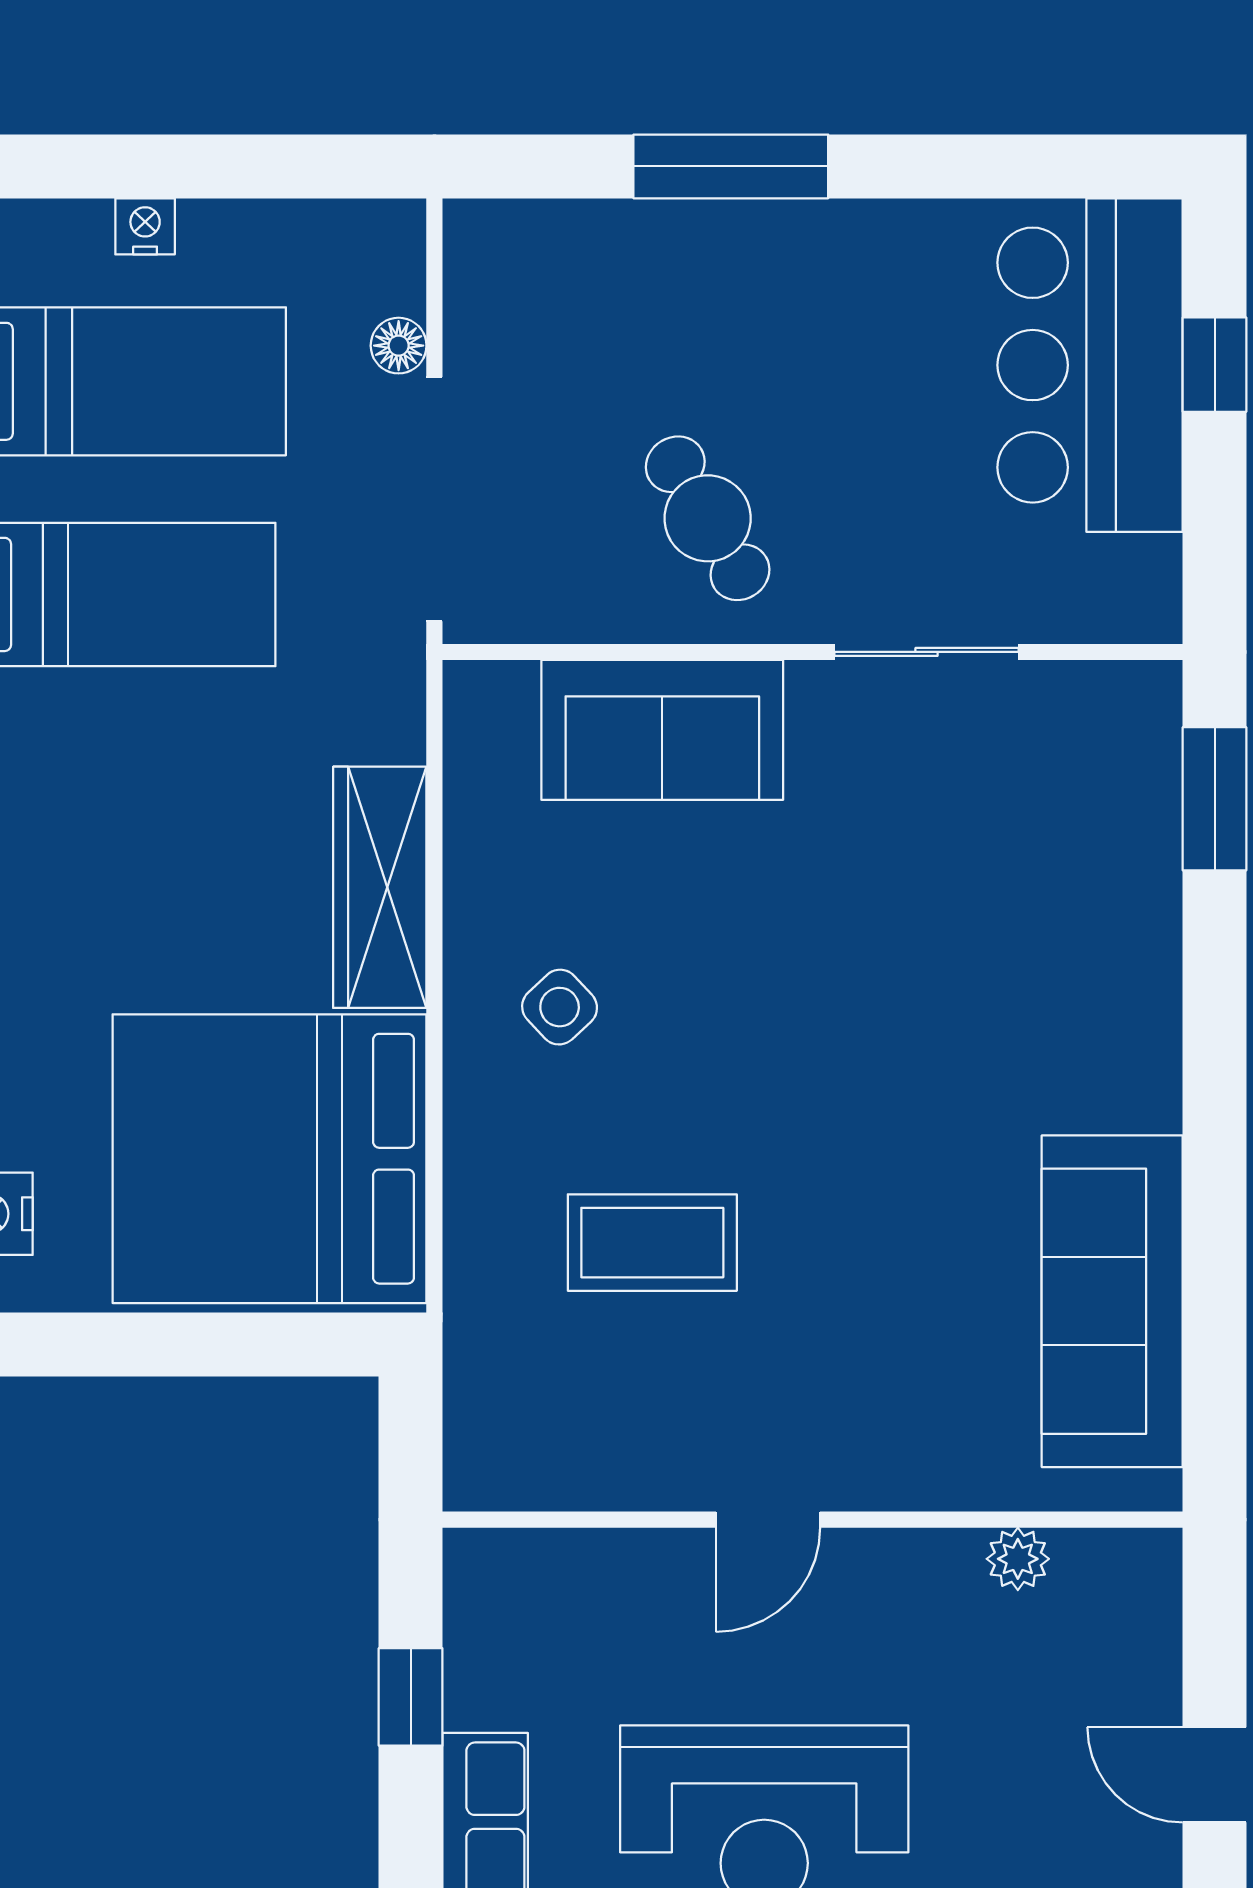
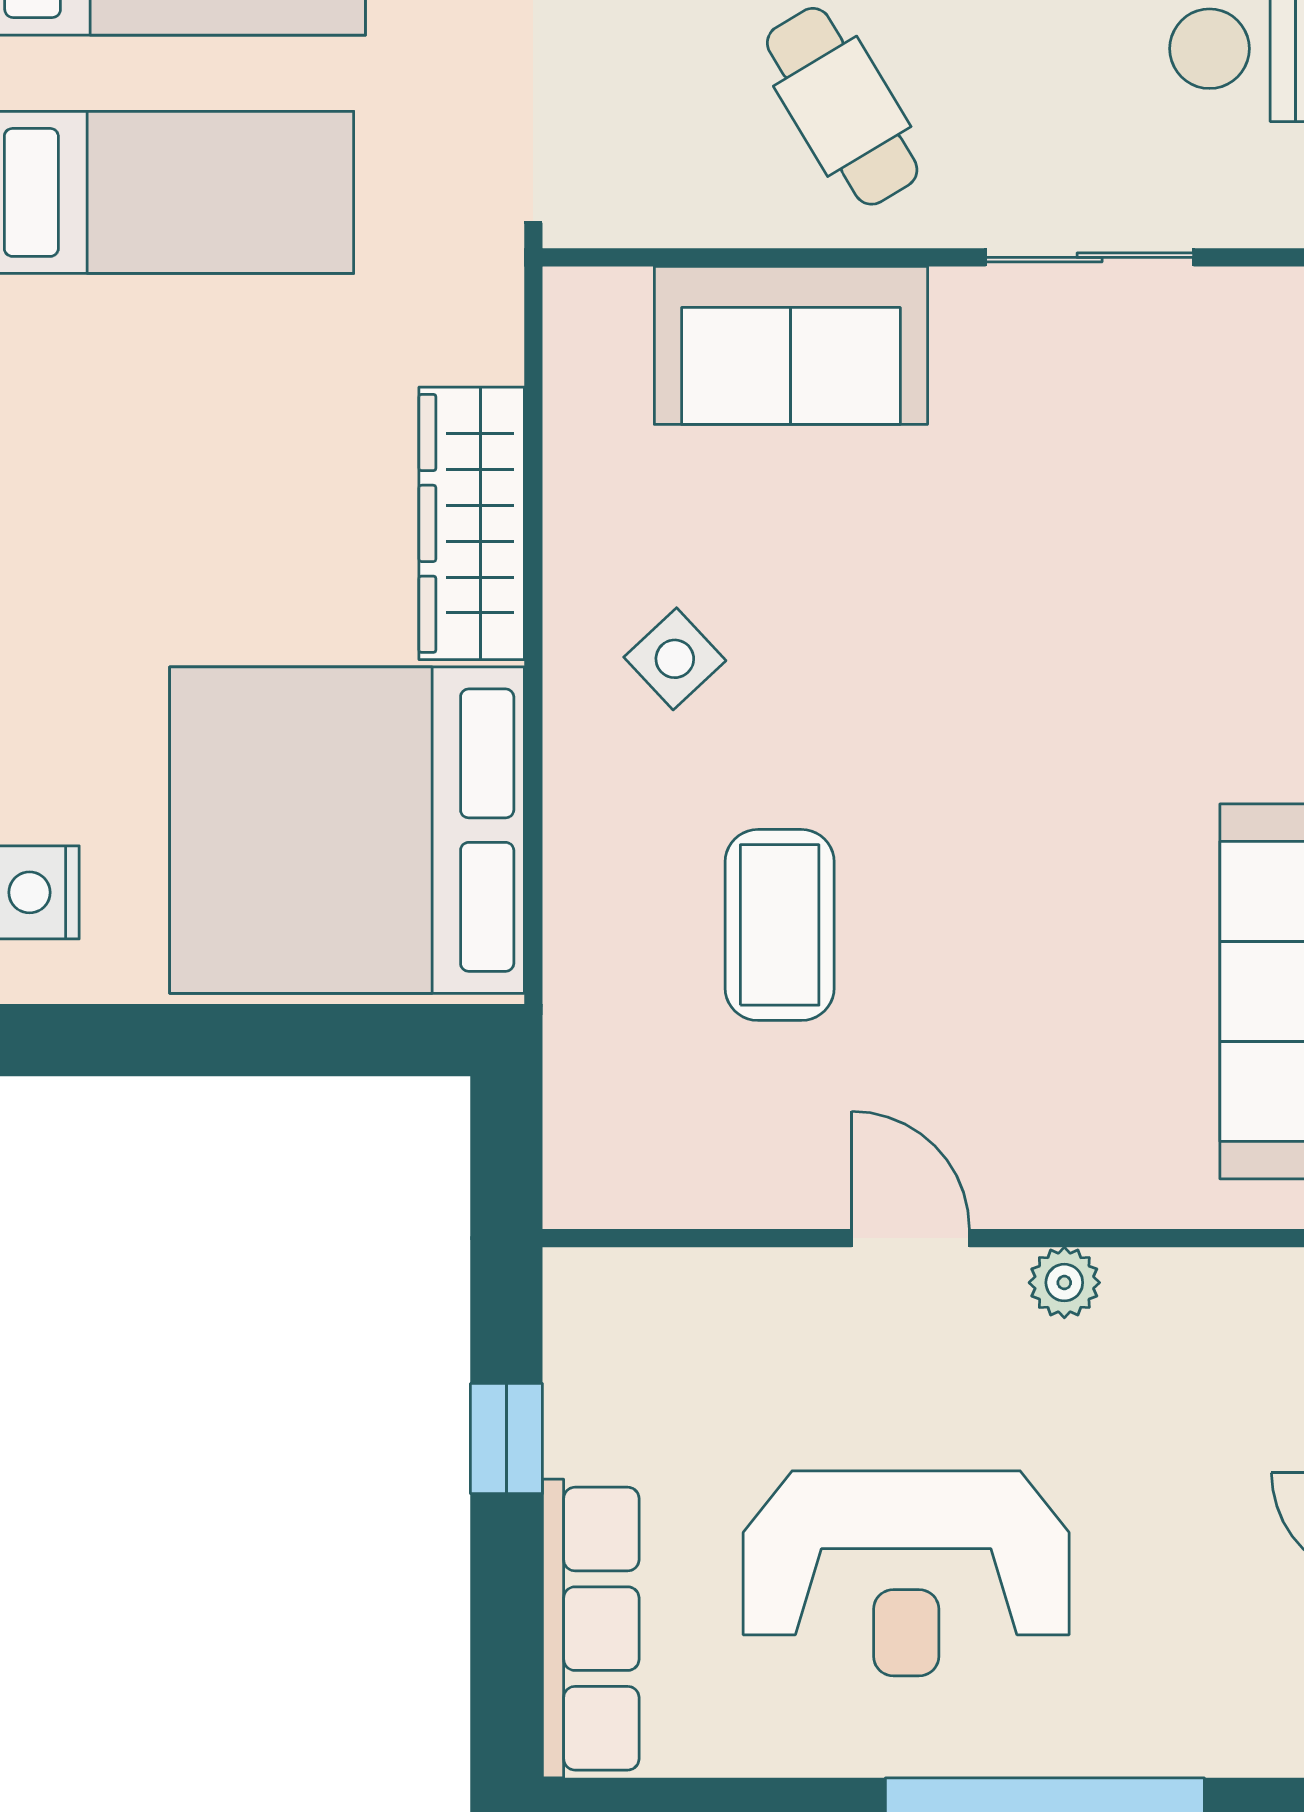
coffee table: (652, 1243) -> (780, 925), turned 90
door: (768, 1520) -> (910, 1238), swing flipped
plant: (1018, 1559) -> (1064, 1283), moved

